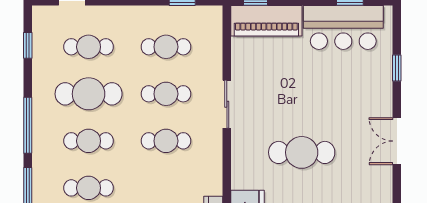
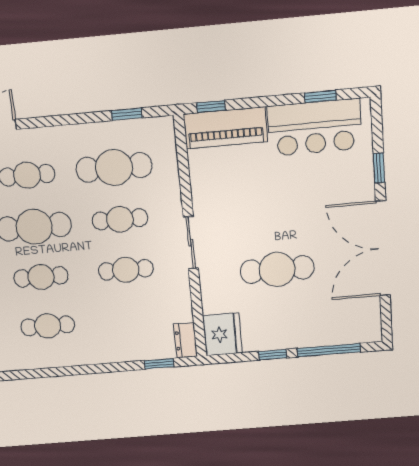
cafe table: (166, 47) -> (114, 168), width x1.37, depth x1.35
sliding door: (227, 104) -> (191, 243), moved
double door: (397, 141) -> (383, 248), width x1.87

